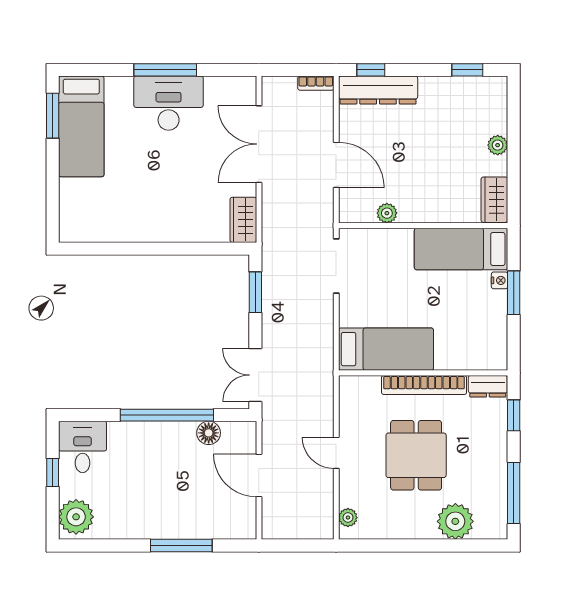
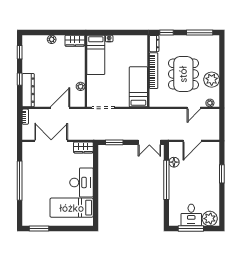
window: (165, 70) -> (20, 181), width x1.46
window: (371, 70) -> (20, 79), moved
desk: (169, 103) -> (81, 182), moved, turned 180
bed: (81, 126) -> (72, 208), moved, turned 180
double door: (259, 144) -> (51, 141), swing flipped
window: (514, 293) -> (114, 33), removed
desk: (83, 447) -> (191, 215), moved, turned -90
door: (336, 453) -> (194, 108), moved
dining table: (416, 455) -> (183, 74), width x1.38
window: (53, 472) -> (191, 229), width x2.17
plant: (455, 521) -> (212, 80), moved
window: (181, 545) -> (222, 174), width x0.69

